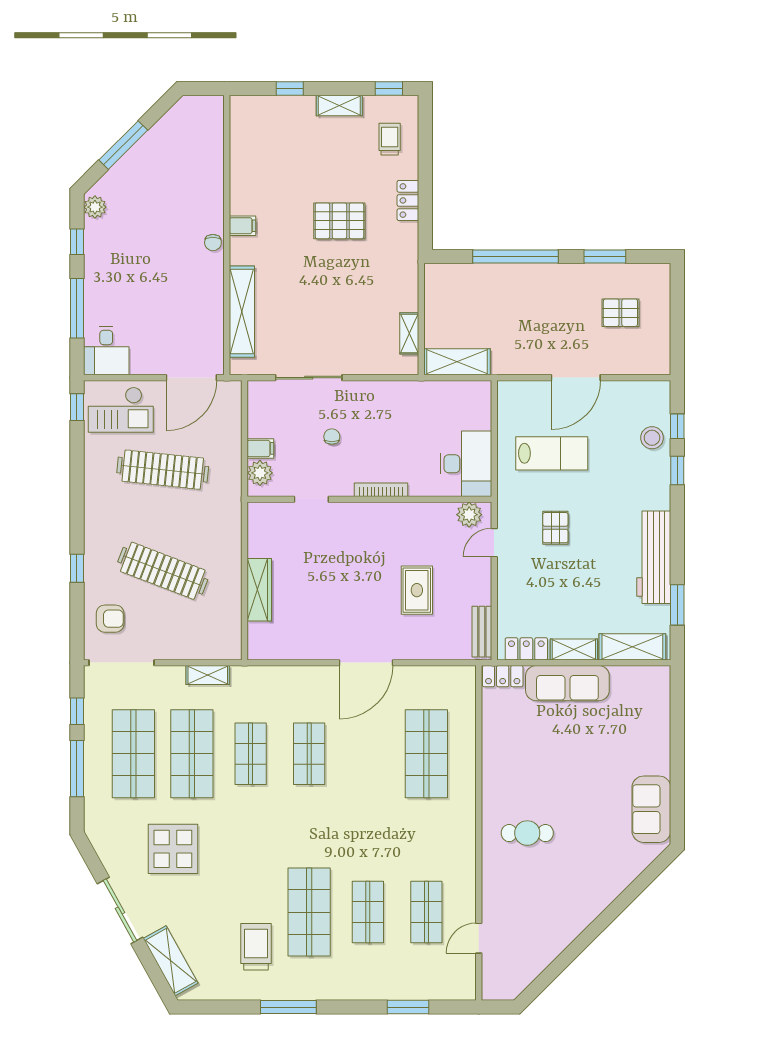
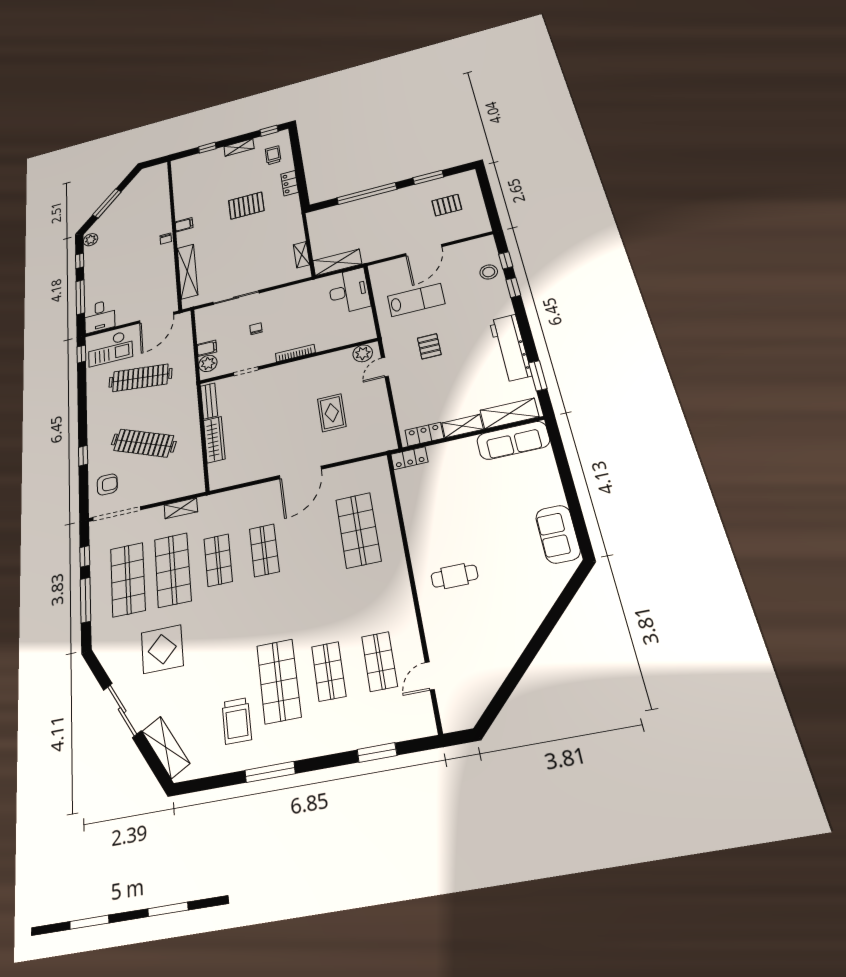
desk: (466, 464) -> (349, 291), moved
bench: (482, 632) -> (209, 401), moved
sofa: (567, 683) -> (513, 440), moved
trolley: (256, 947) -> (237, 721), turned 180

